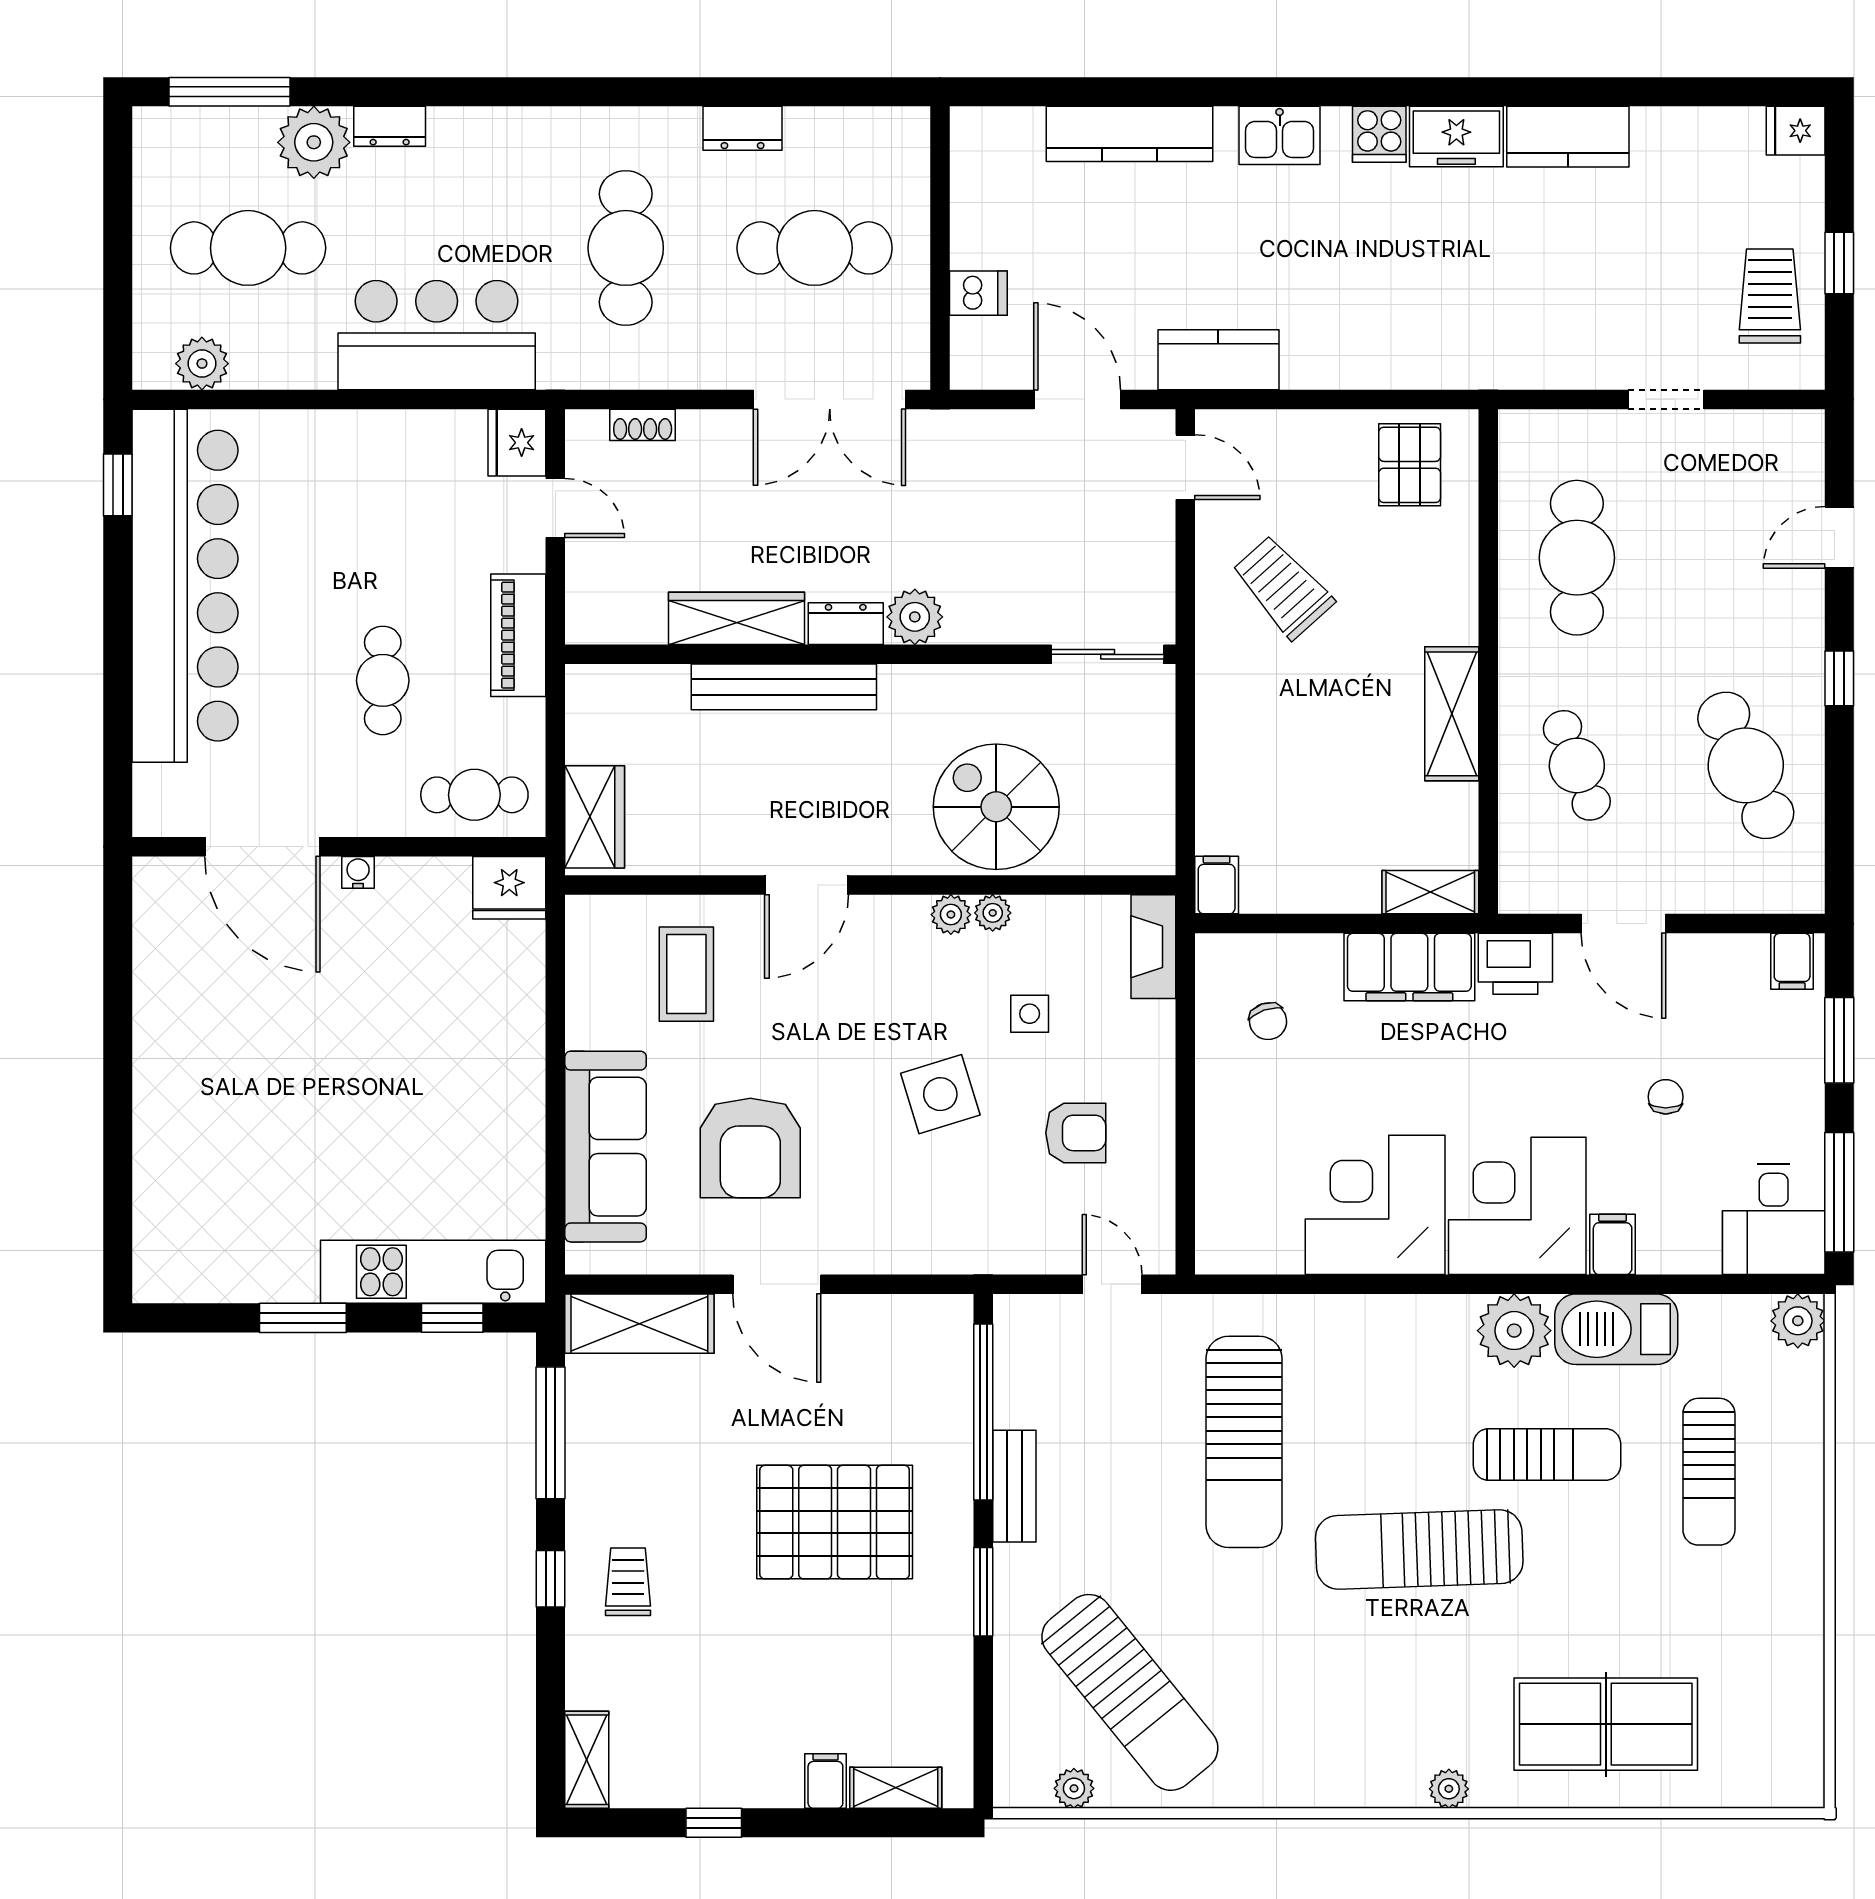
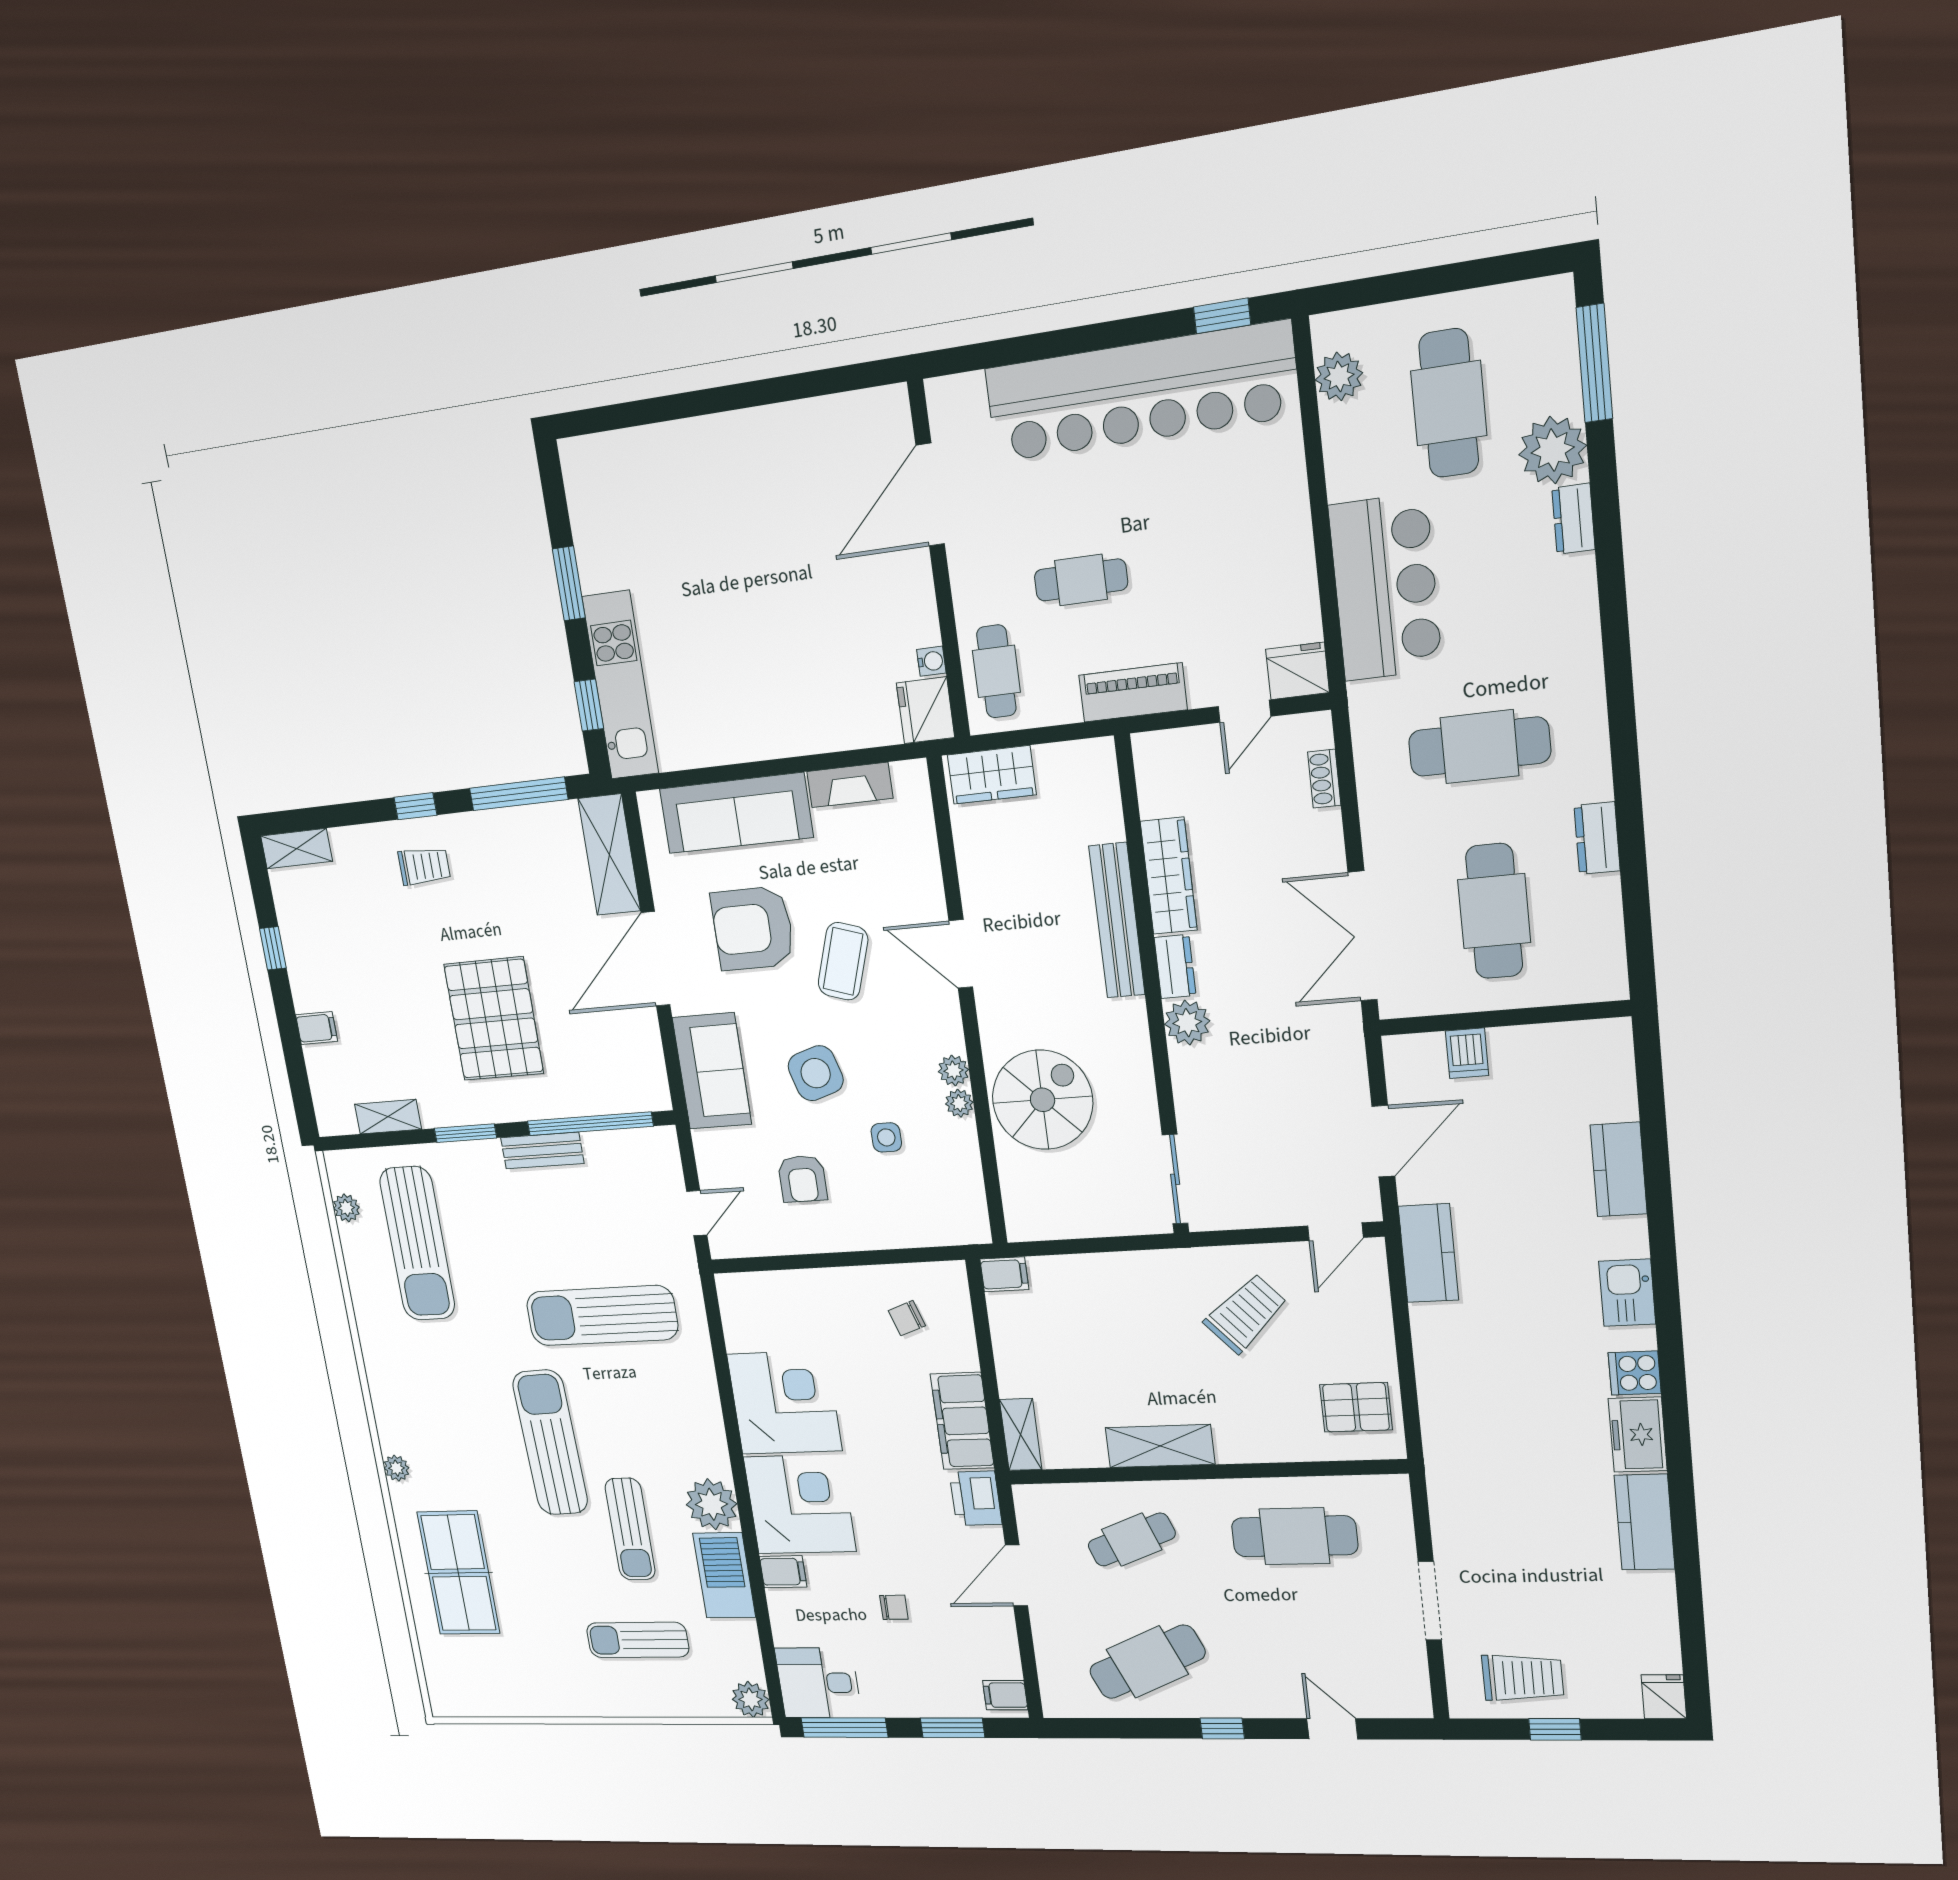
kitchen counter: (1130, 134) -> (1619, 1169), width x0.67
doorway: (1666, 399) -> (1430, 1601), width x1.38
water cooler: (358, 872) -> (931, 661), moved
fireplace: (1153, 947) -> (850, 785), moved, turned 180
coffee table: (686, 974) -> (843, 961), moved, turned -72
sofa: (927, 1232) -> (712, 1071), added
door: (777, 1284) -> (655, 959), width x1.36
sun lounger: (1130, 1692) -> (417, 1244), turned -51
shelving: (896, 1788) -> (388, 1117), moved, turned 90

